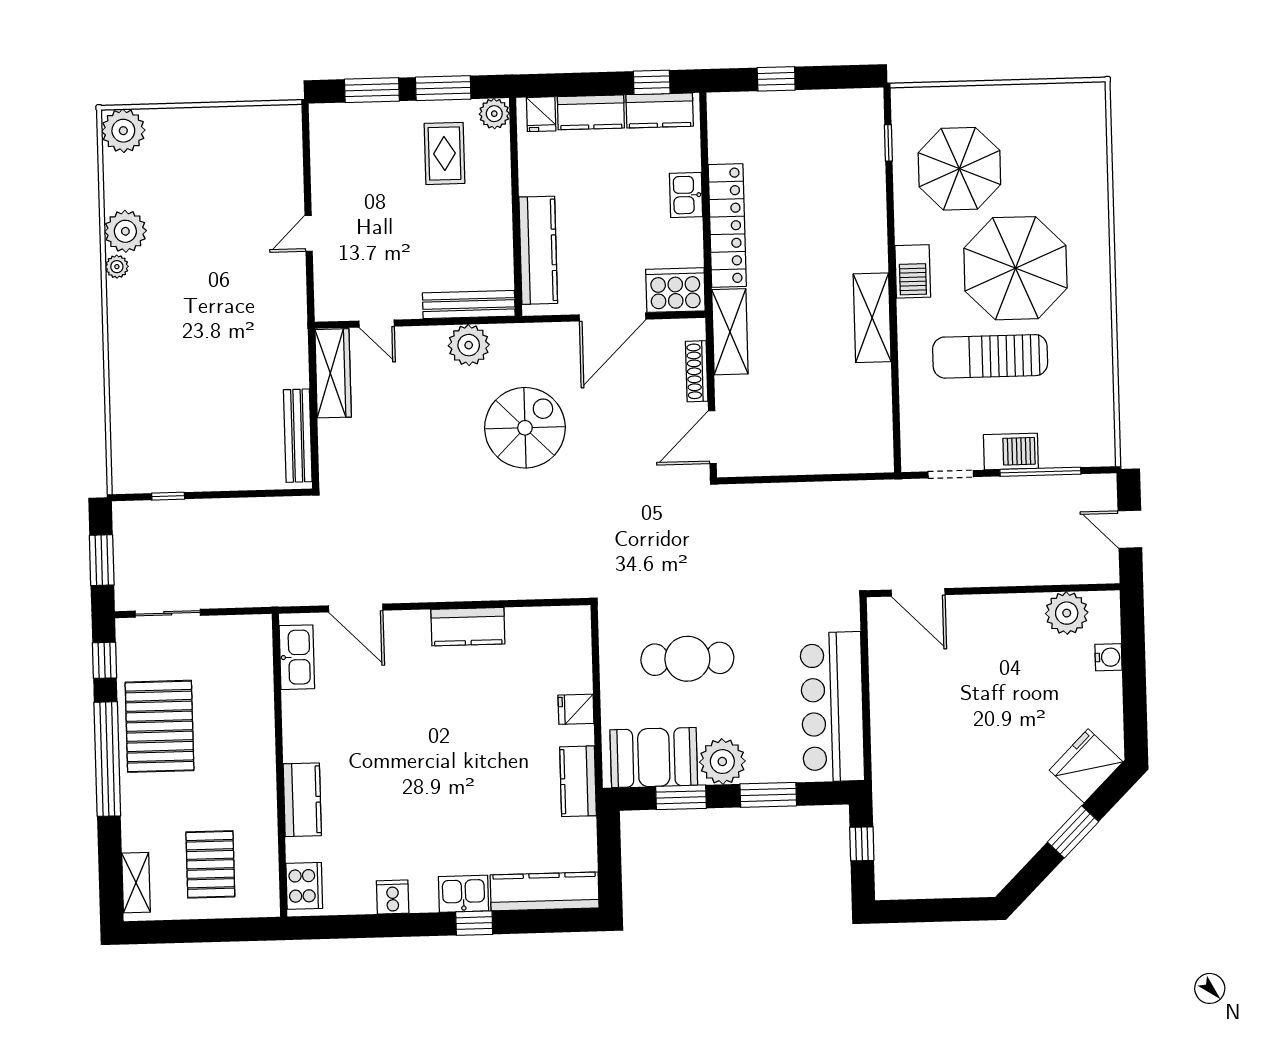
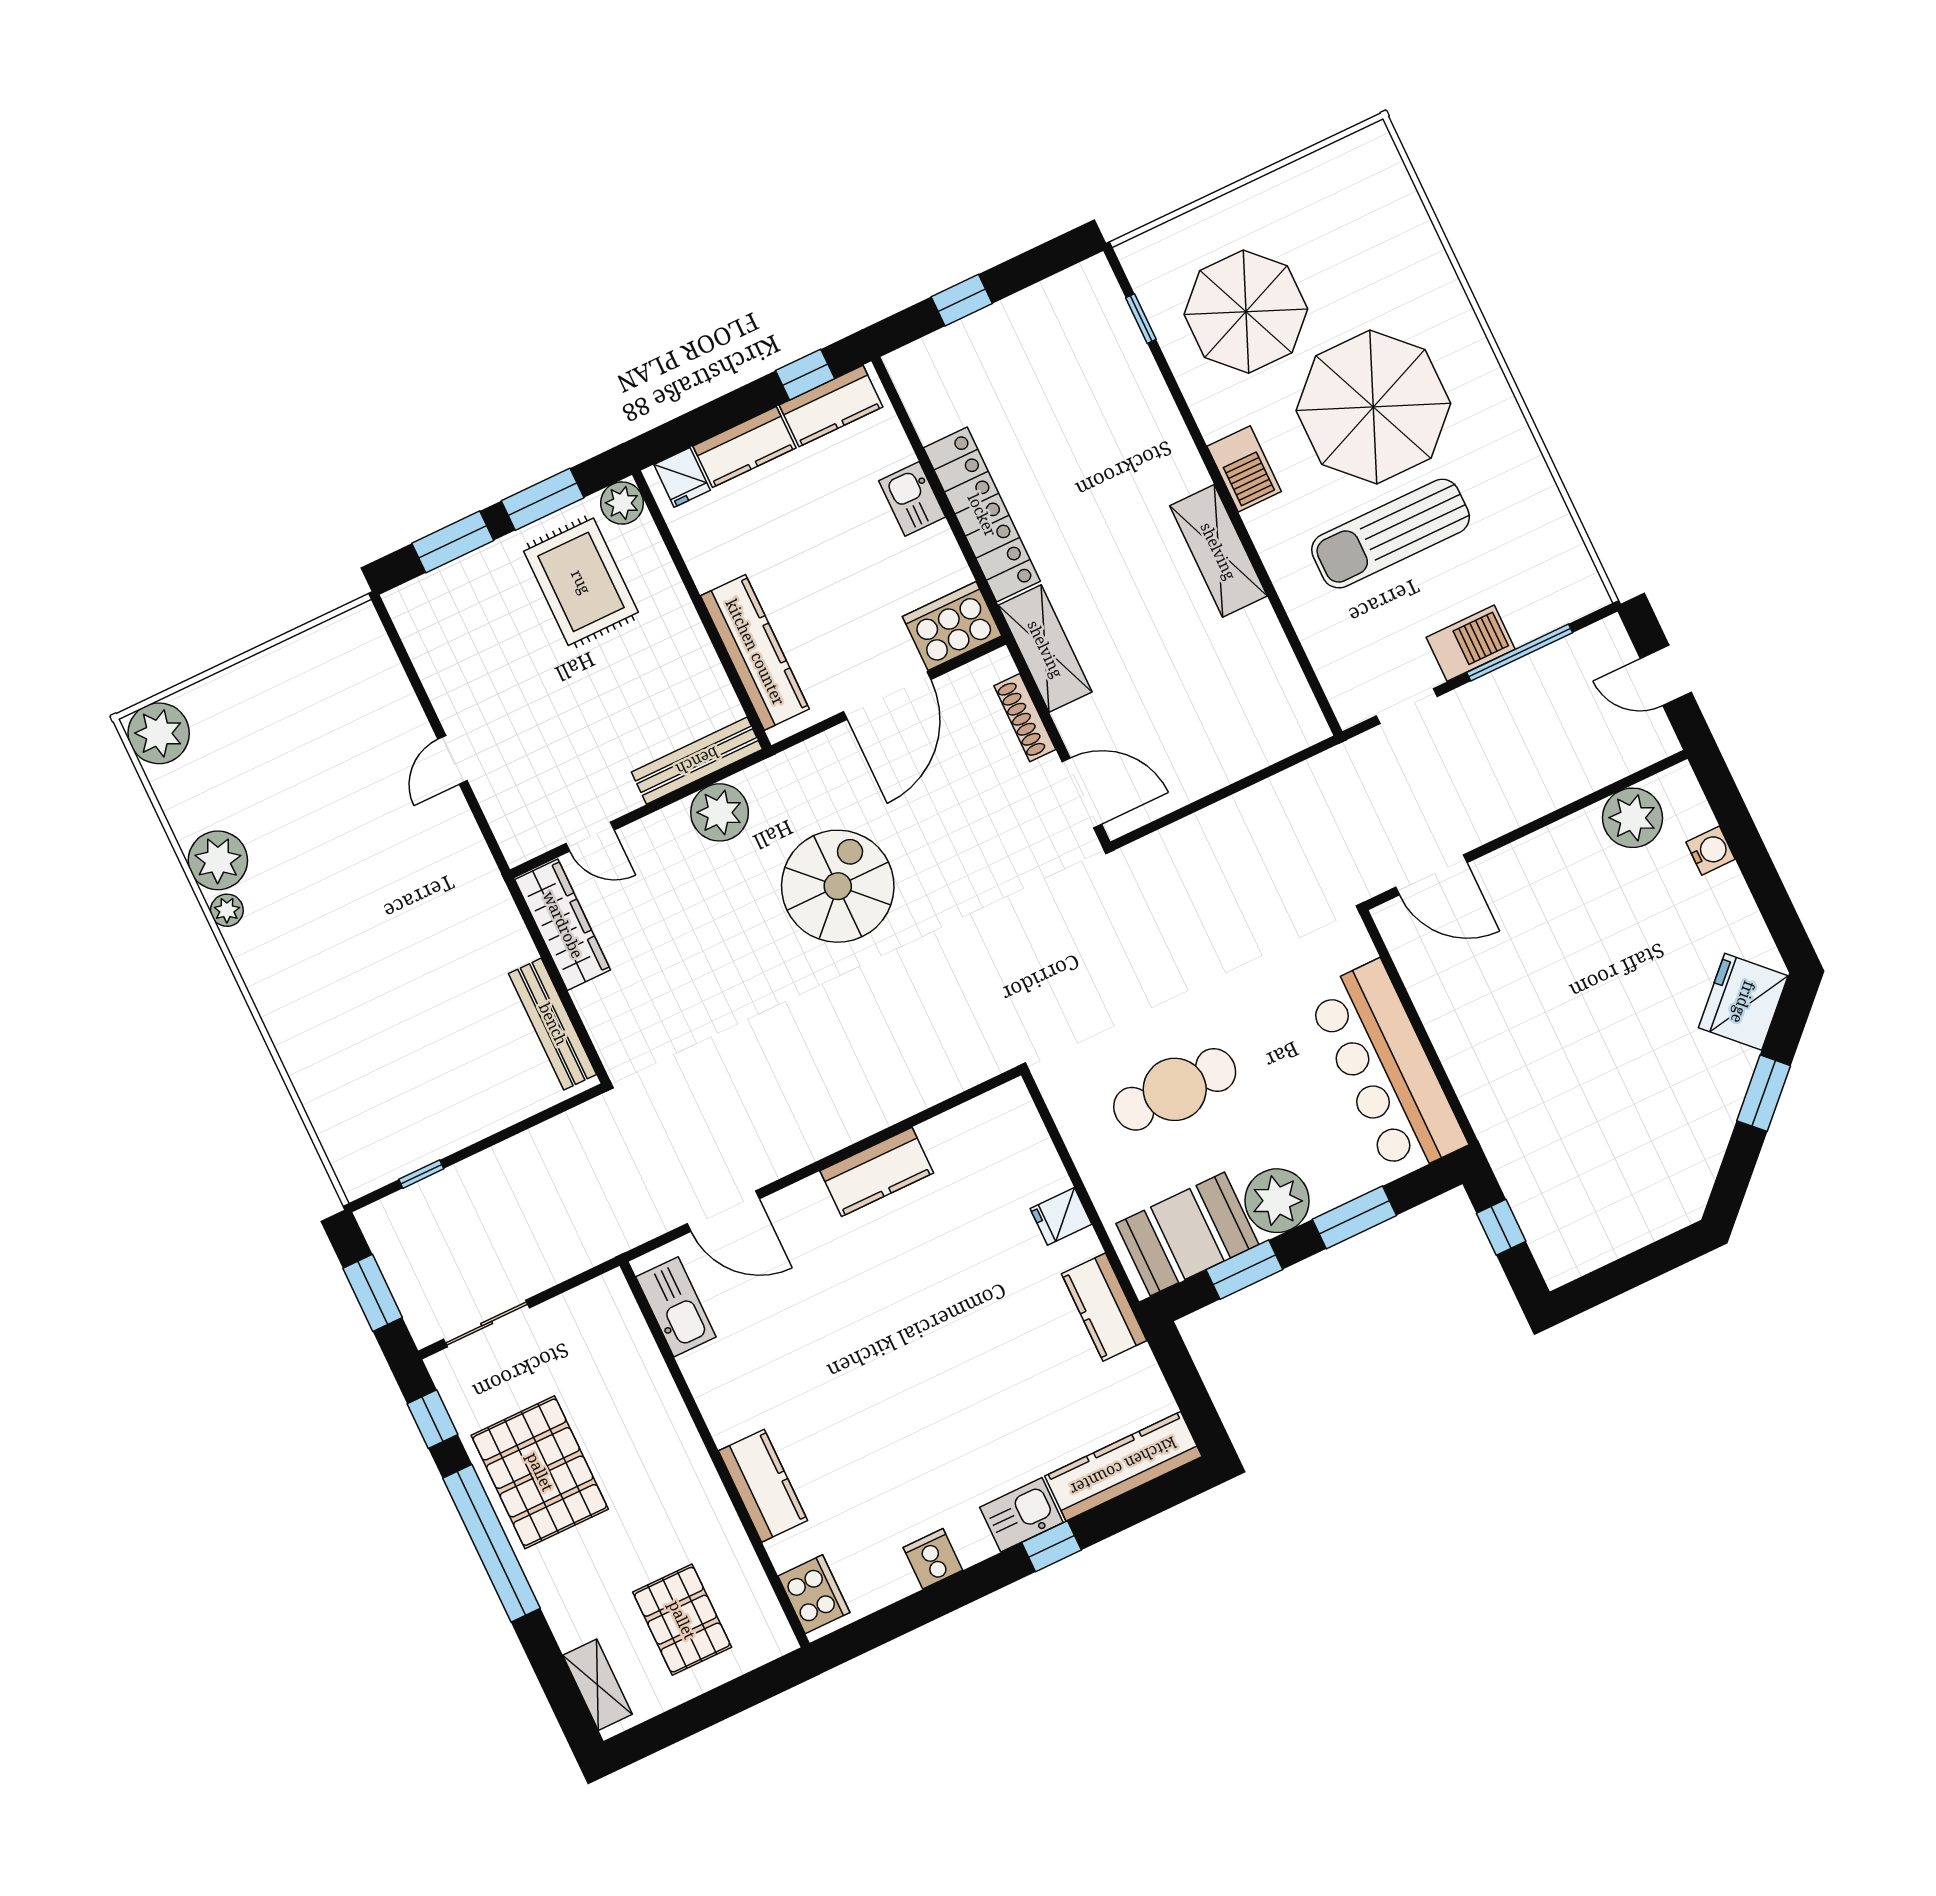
rug: (444, 153) -> (581, 582), width x1.36, depth x1.43
door: (712, 437) -> (1082, 793), swing flipped

